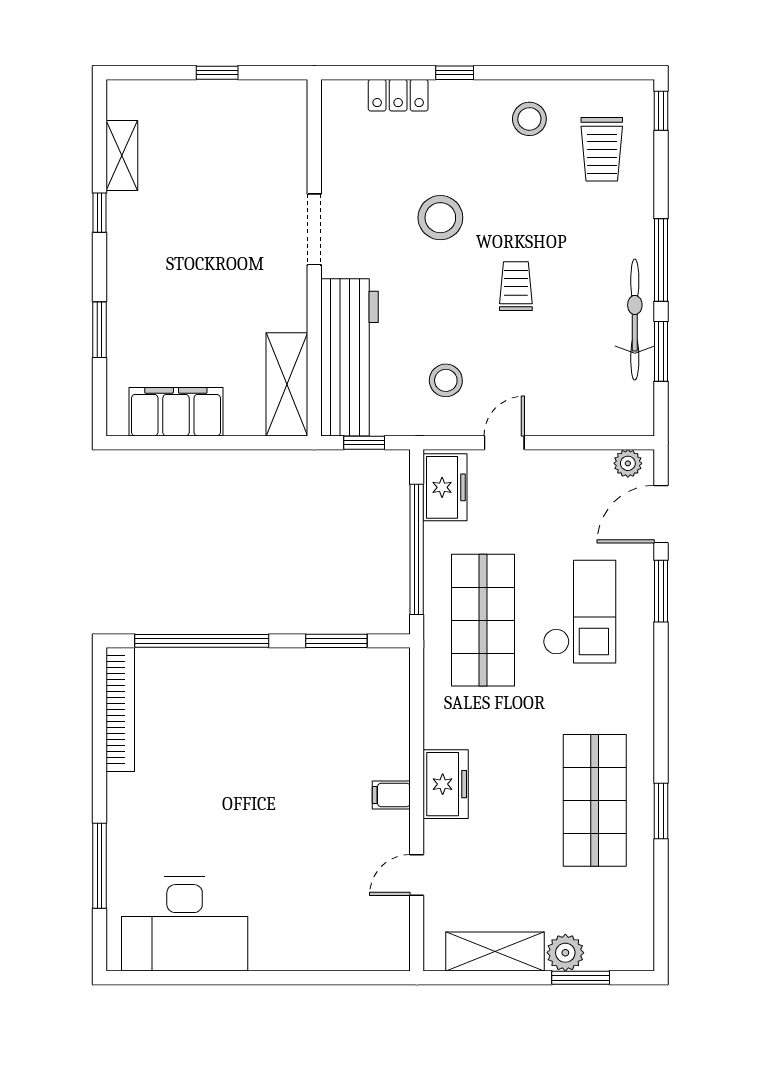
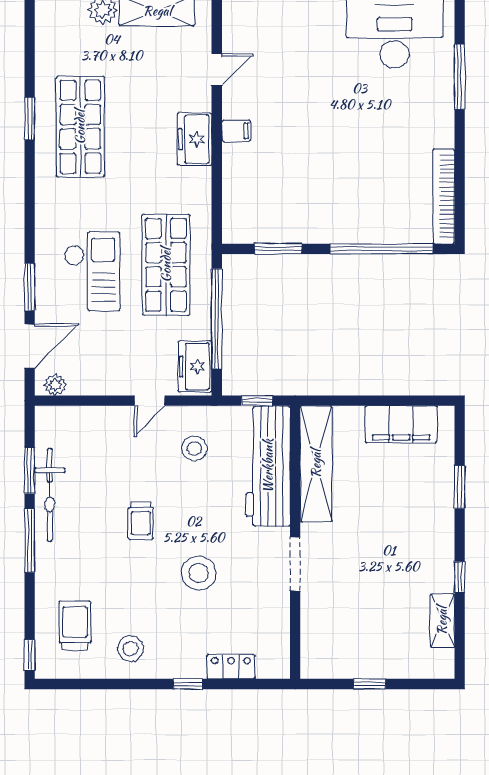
shelving: (287, 384) -> (316, 464), width x1.47
checkout: (579, 612) -> (92, 271), turned 180

